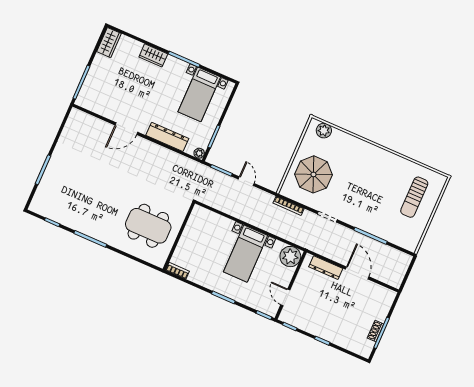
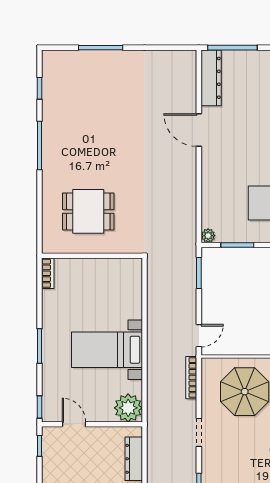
dresser: (167, 137) -> (211, 78), moved
door: (246, 181) -> (199, 336), moved
dining table: (148, 226) -> (88, 211), width x0.73
door: (285, 297) -> (74, 424), hinge flipped

